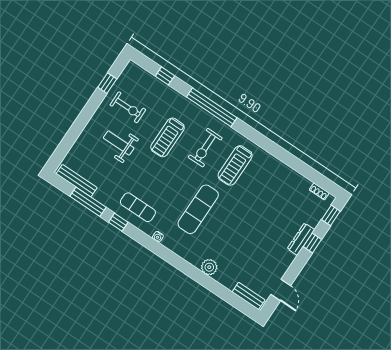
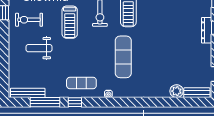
exercise bike: (128, 107) -> (29, 20), turned 180
plant: (209, 267) -> (177, 91), moved

